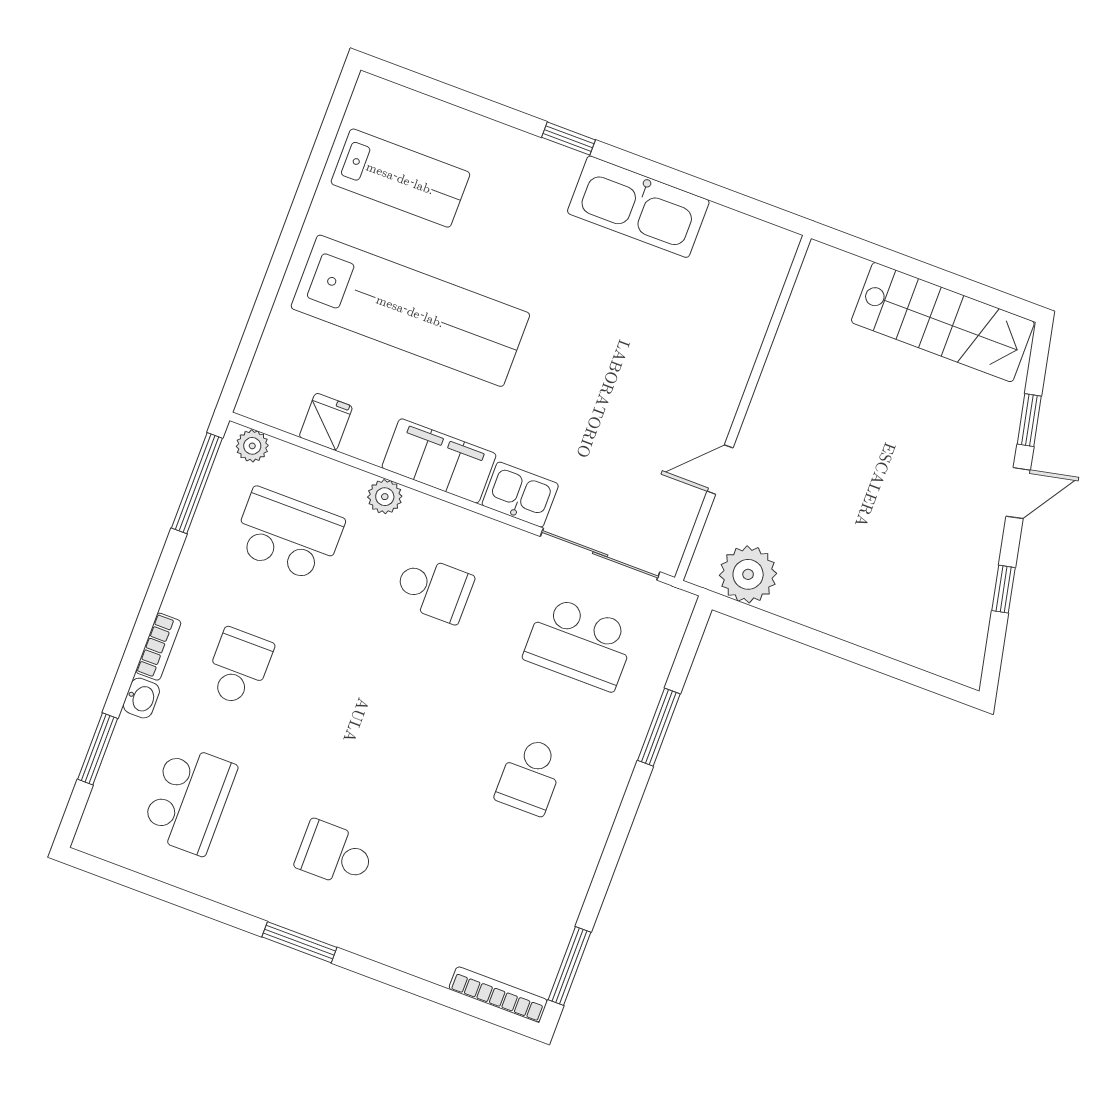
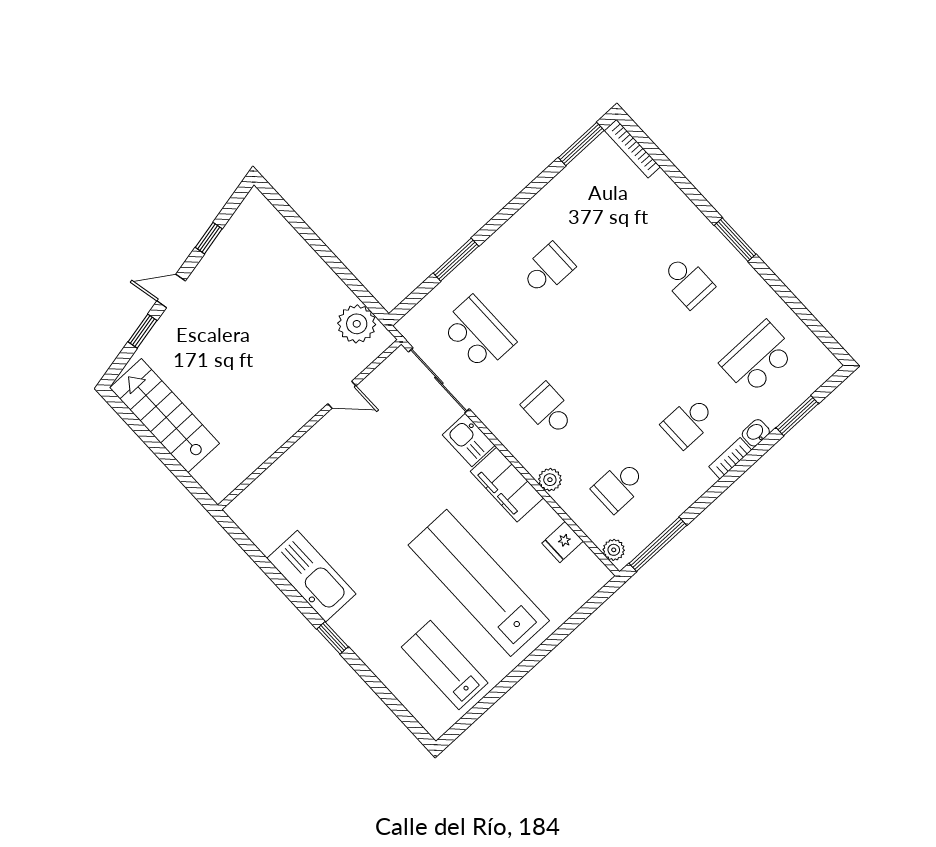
school desk: (288, 535) -> (619, 486), width x0.54

